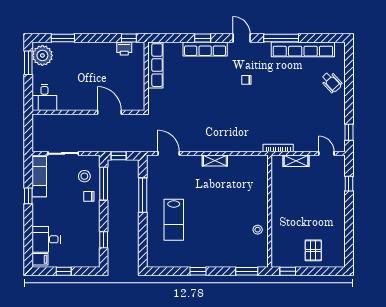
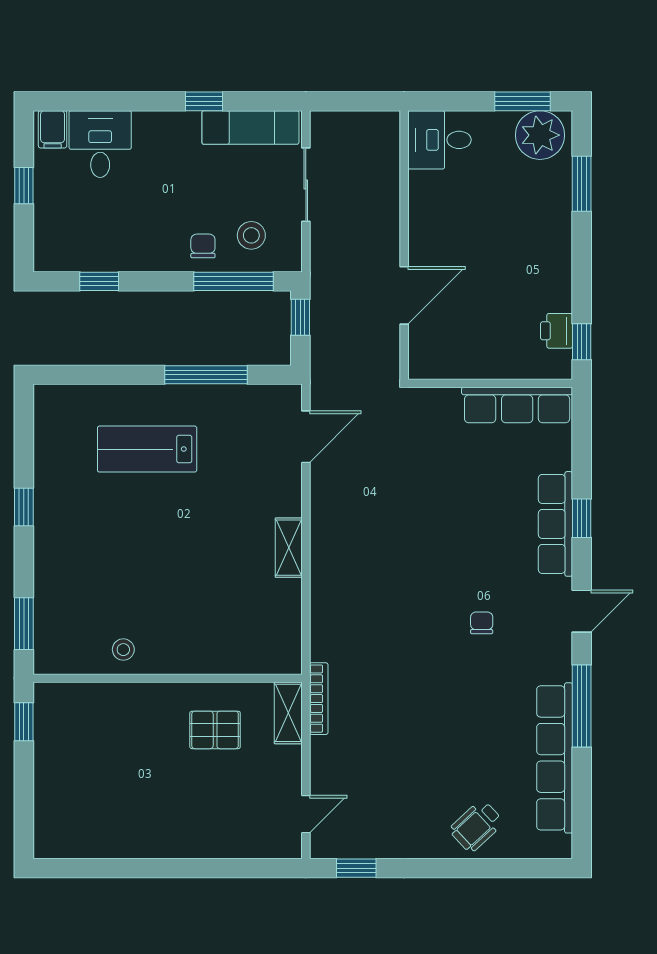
shelving: (296, 161) -> (288, 713), moved
window: (349, 184) -> (233, 868), removed
pallet: (313, 250) -> (215, 730), moved

